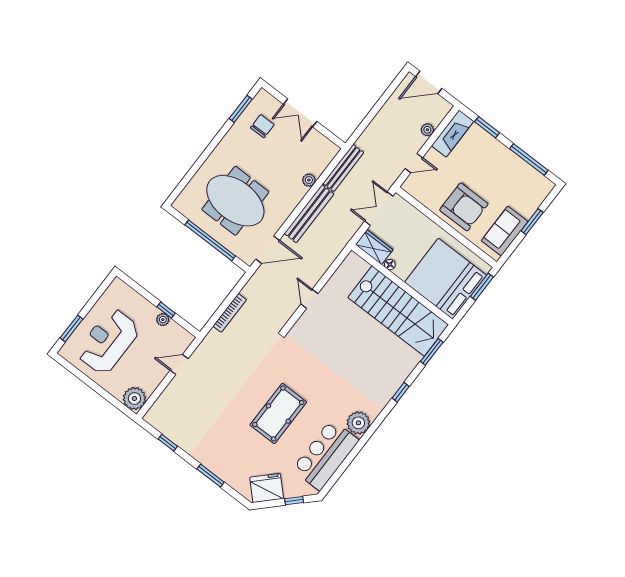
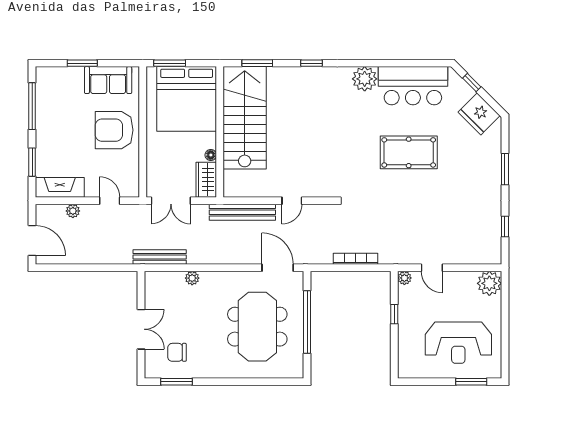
armchair: (464, 207) -> (114, 130), turned -90
bench: (309, 214) -> (242, 212), moved
plant: (163, 320) -> (404, 278), moved

